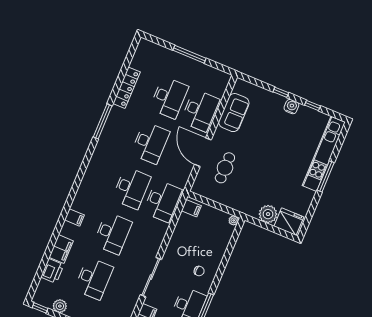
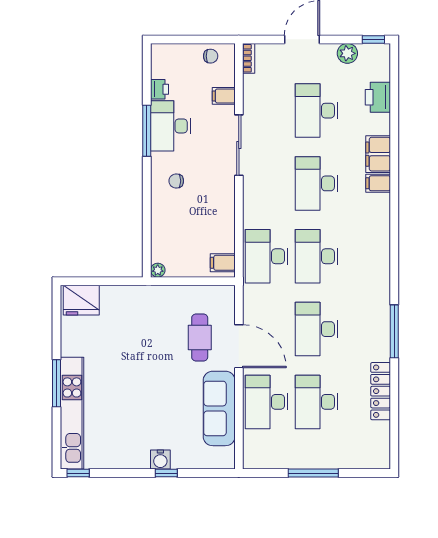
window: (313, 106) -> (78, 473), moved
water cooler: (291, 107) -> (160, 460), moved
sofa: (234, 113) -> (219, 408), width x1.36
plant: (268, 214) -> (114, 299), removed
filing cabinet: (61, 249) -> (378, 154), moved

